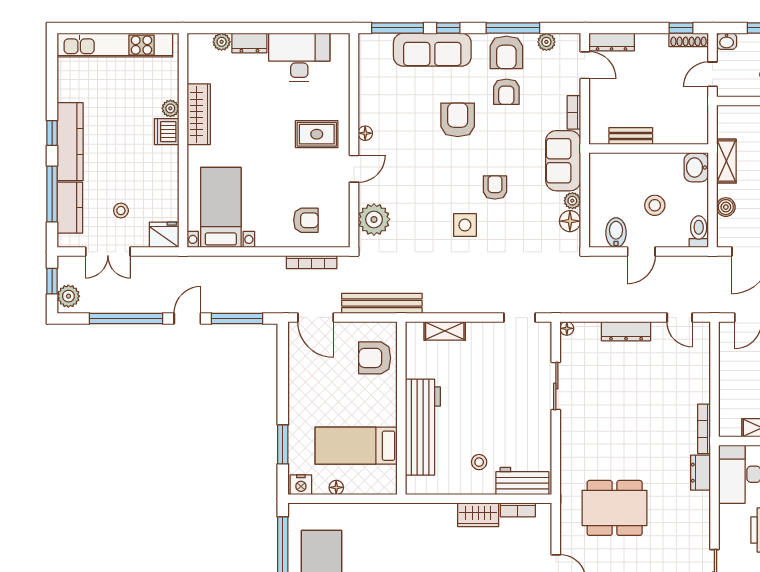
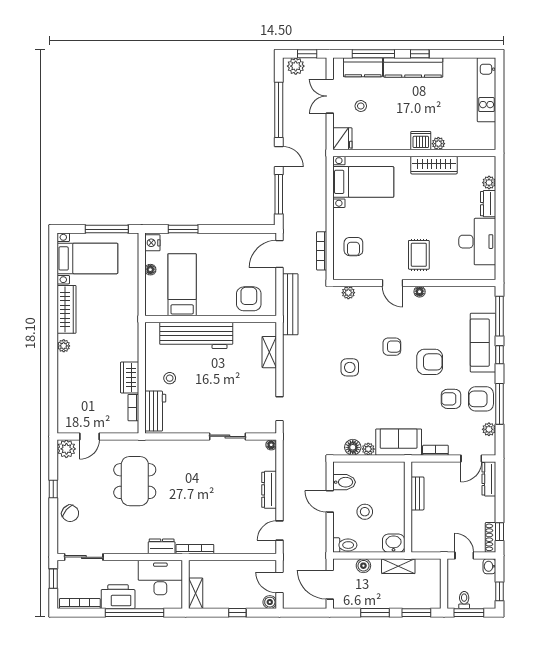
kitchen unit: (115, 45) -> (487, 90), width x0.73
armchair: (495, 187) -> (392, 347), moved
plant: (374, 219) -> (348, 293), width x0.53, depth x0.53

